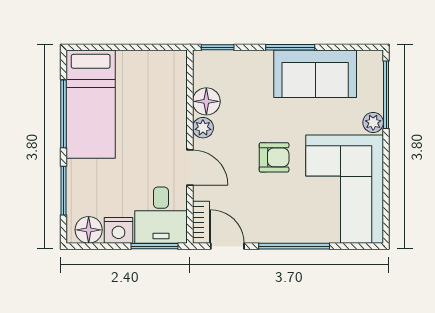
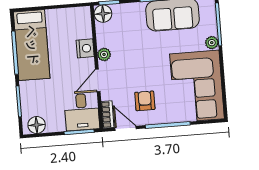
floor lamp: (206, 101) -> (103, 14), moved
armchair: (274, 157) -> (145, 101), moved, turned -90
door: (190, 167) -> (98, 80), swing flipped
nightstand: (118, 230) -> (85, 48), moved, turned -90

